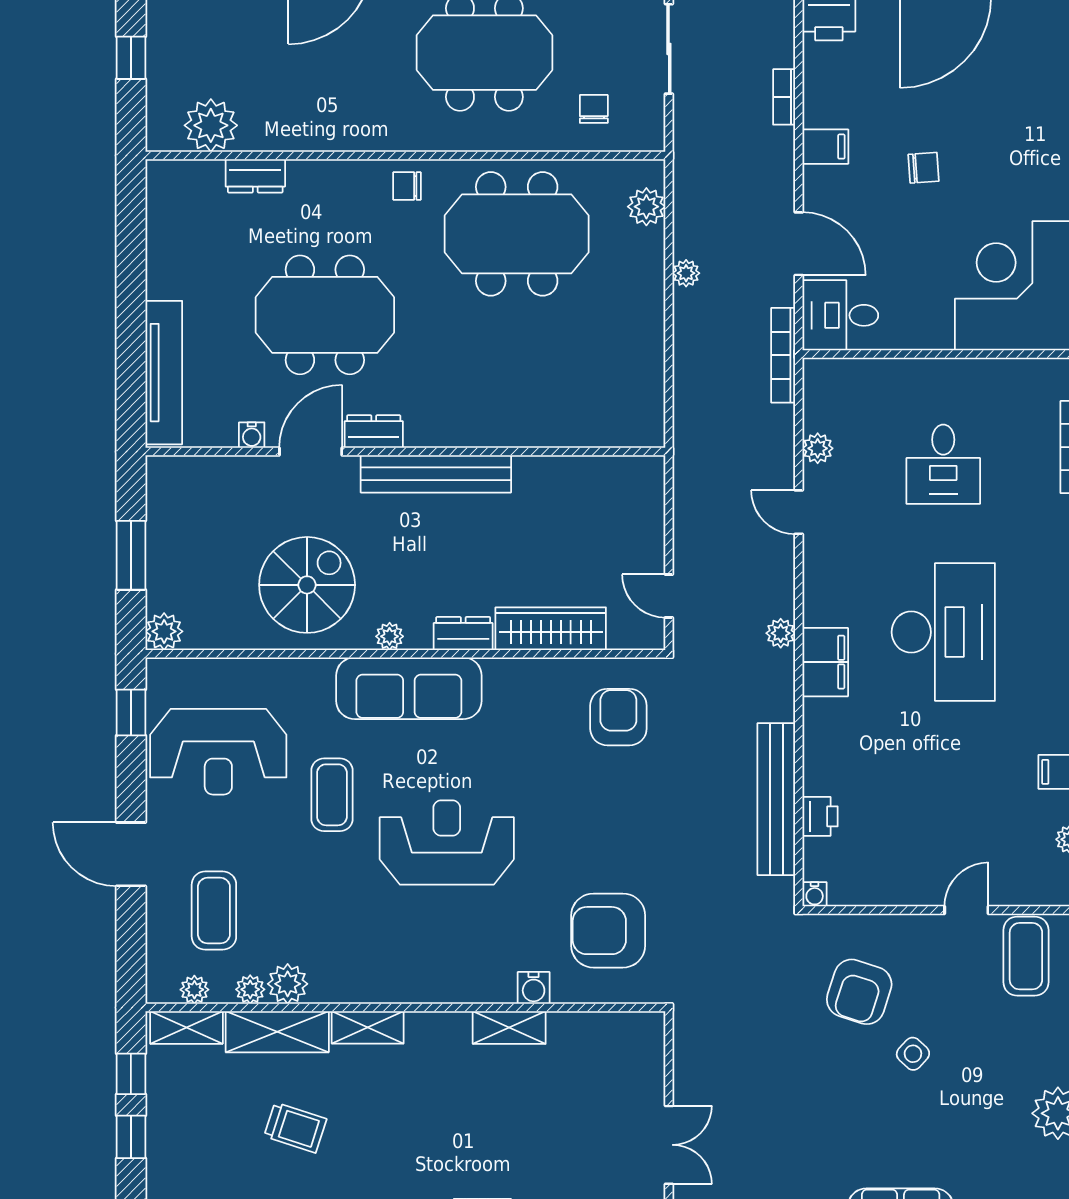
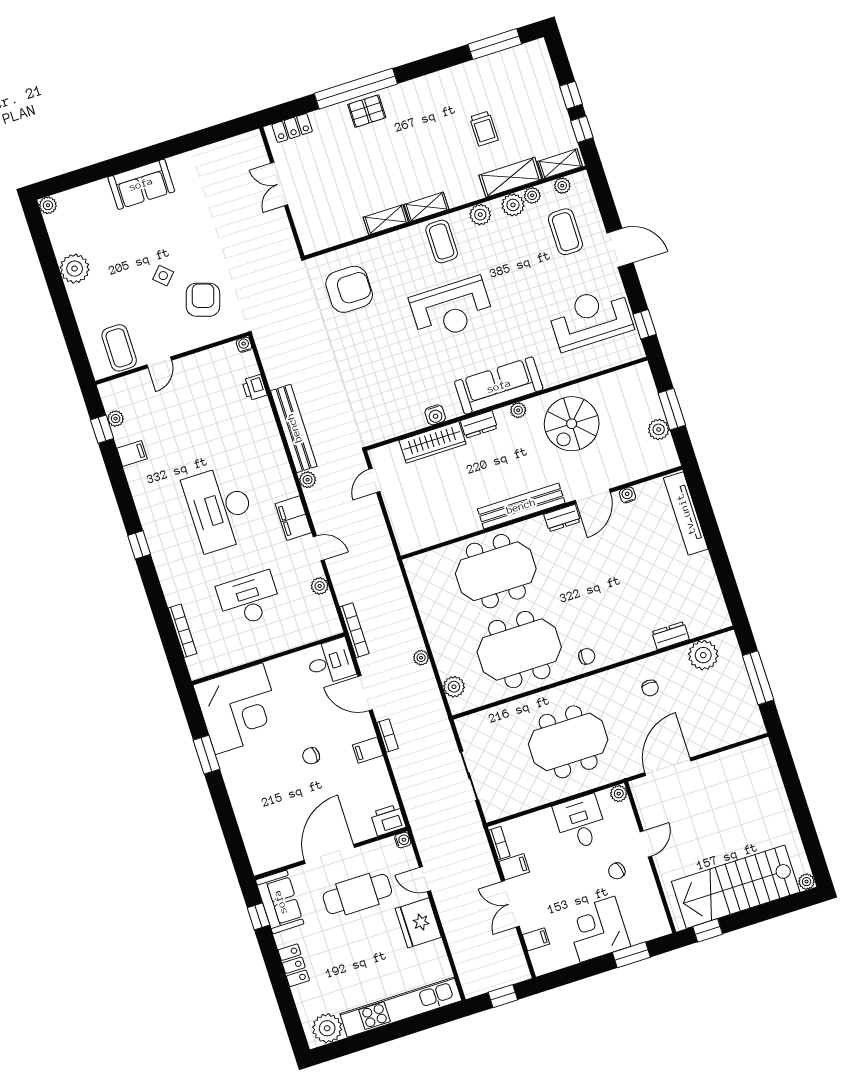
window: (131, 58) -> (758, 678), width x2.17
bookcase: (784, 97) -> (388, 736), moved
chair: (594, 109) -> (650, 688), moved
meeting table: (325, 315) -> (496, 571), moved
desk: (943, 464) -> (249, 599), width x1.37
door: (669, 596) -> (374, 480), swing flipped
plant: (164, 631) -> (659, 429), moved
filing cabinet: (825, 662) -> (293, 518), moved
armchair: (618, 717) -> (381, 406), removed
coffee table: (332, 795) -> (442, 241), moved
bench: (776, 799) -> (294, 428), moved
plant: (348, 985) -> (480, 215), added
water cooler: (534, 988) -> (435, 415), moved, turned 180
shelving: (368, 1027) -> (427, 207), moved
trolley: (295, 1128) -> (484, 129), turned -108

